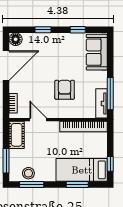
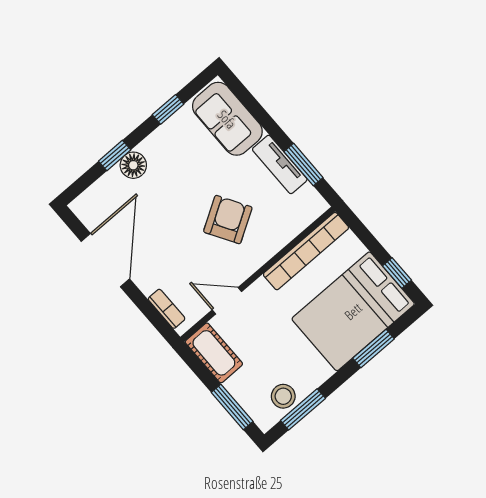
floor lamp: (16, 39) -> (133, 165), moved
armchair: (65, 90) -> (228, 220), turned 59
window: (110, 94) -> (303, 165), width x0.69
tv unit: (102, 103) -> (280, 164), moved
bed: (82, 170) -> (353, 311), width x1.50

